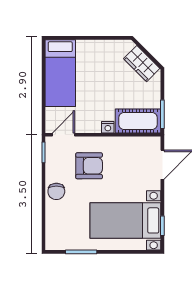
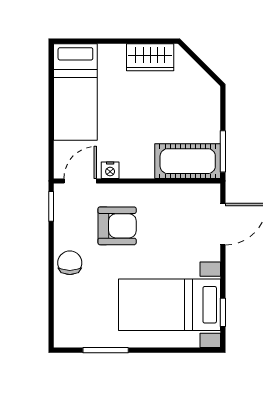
wardrobe: (142, 64) -> (150, 57), moved, turned -45
nightstand: (108, 127) -> (110, 170), moved
chair: (56, 191) -> (70, 263), turned 180

